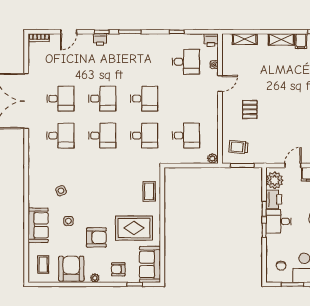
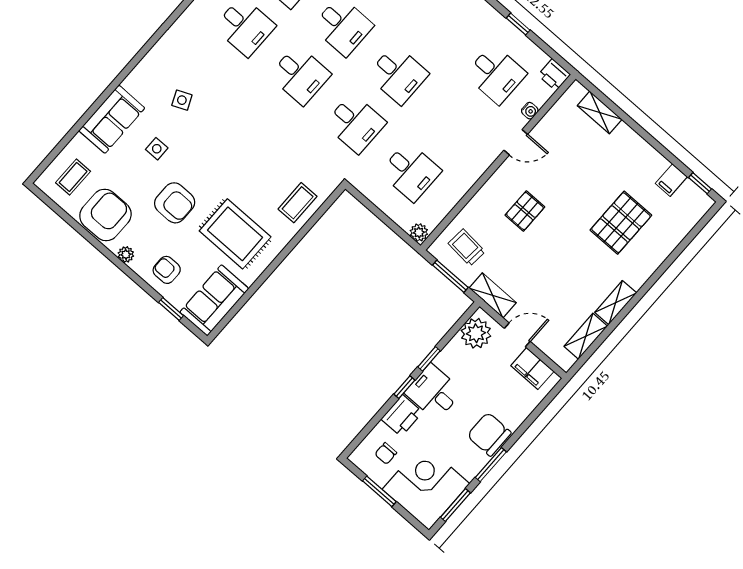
shelving: (281, 39) -> (493, 295), moved
pallet: (295, 78) -> (621, 223), added
printer: (274, 199) -> (402, 416), moved

